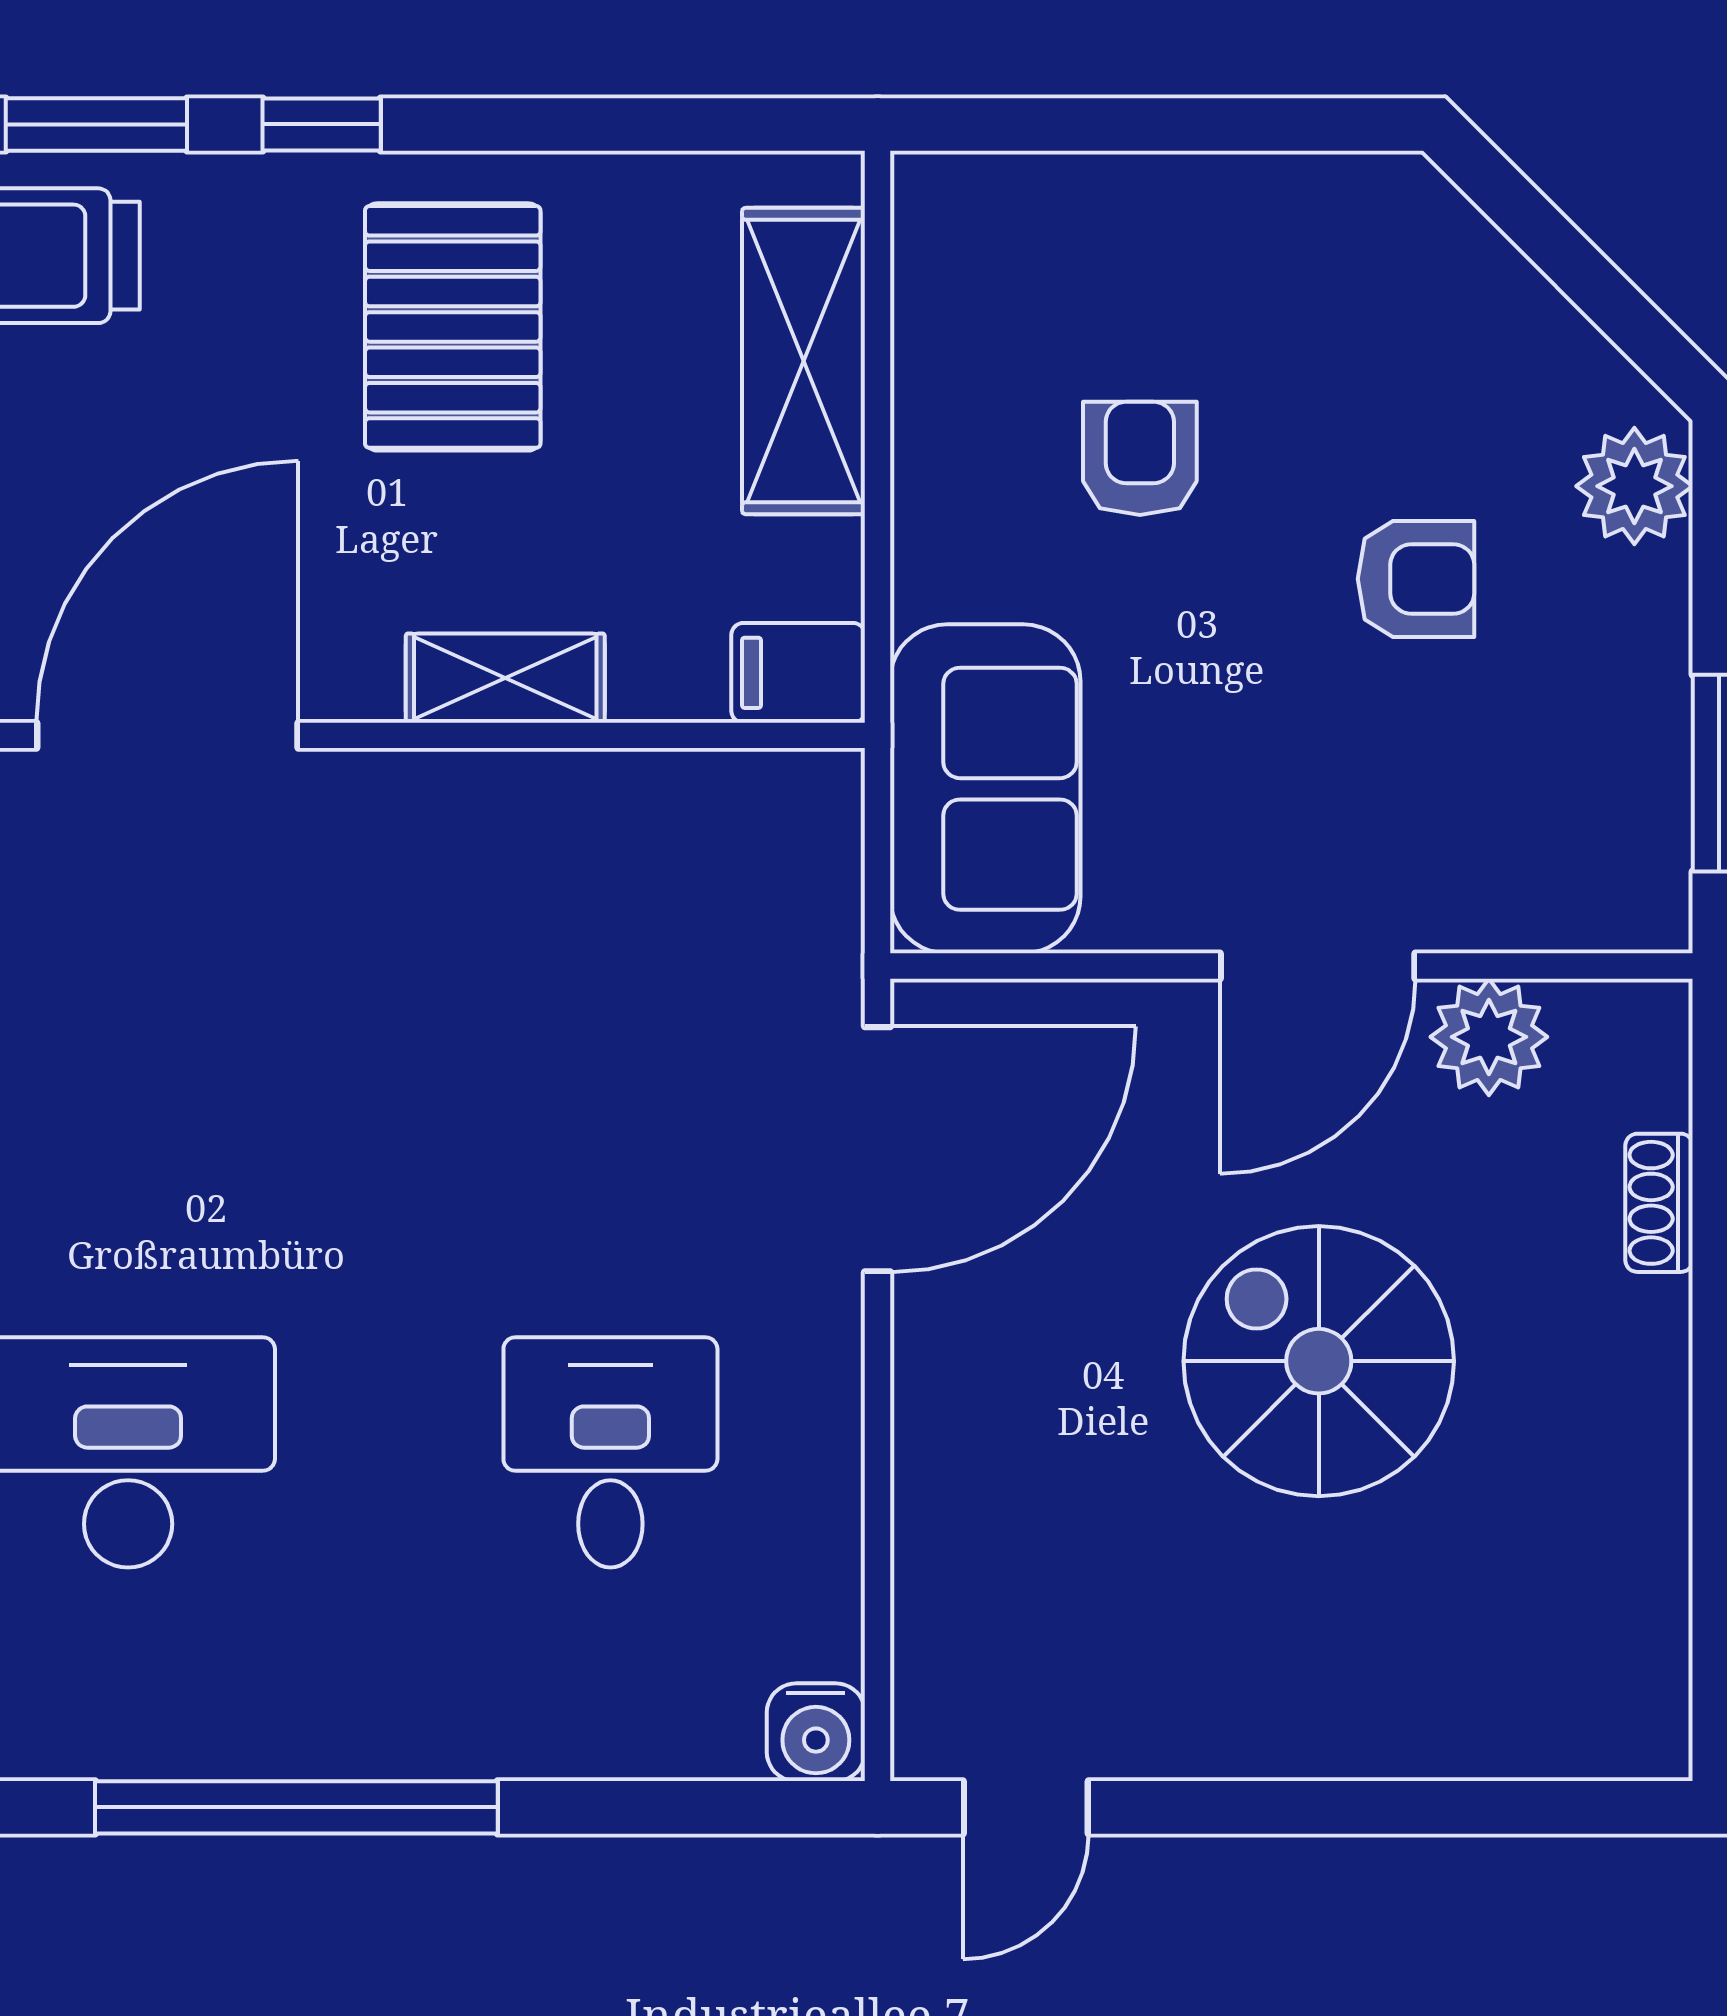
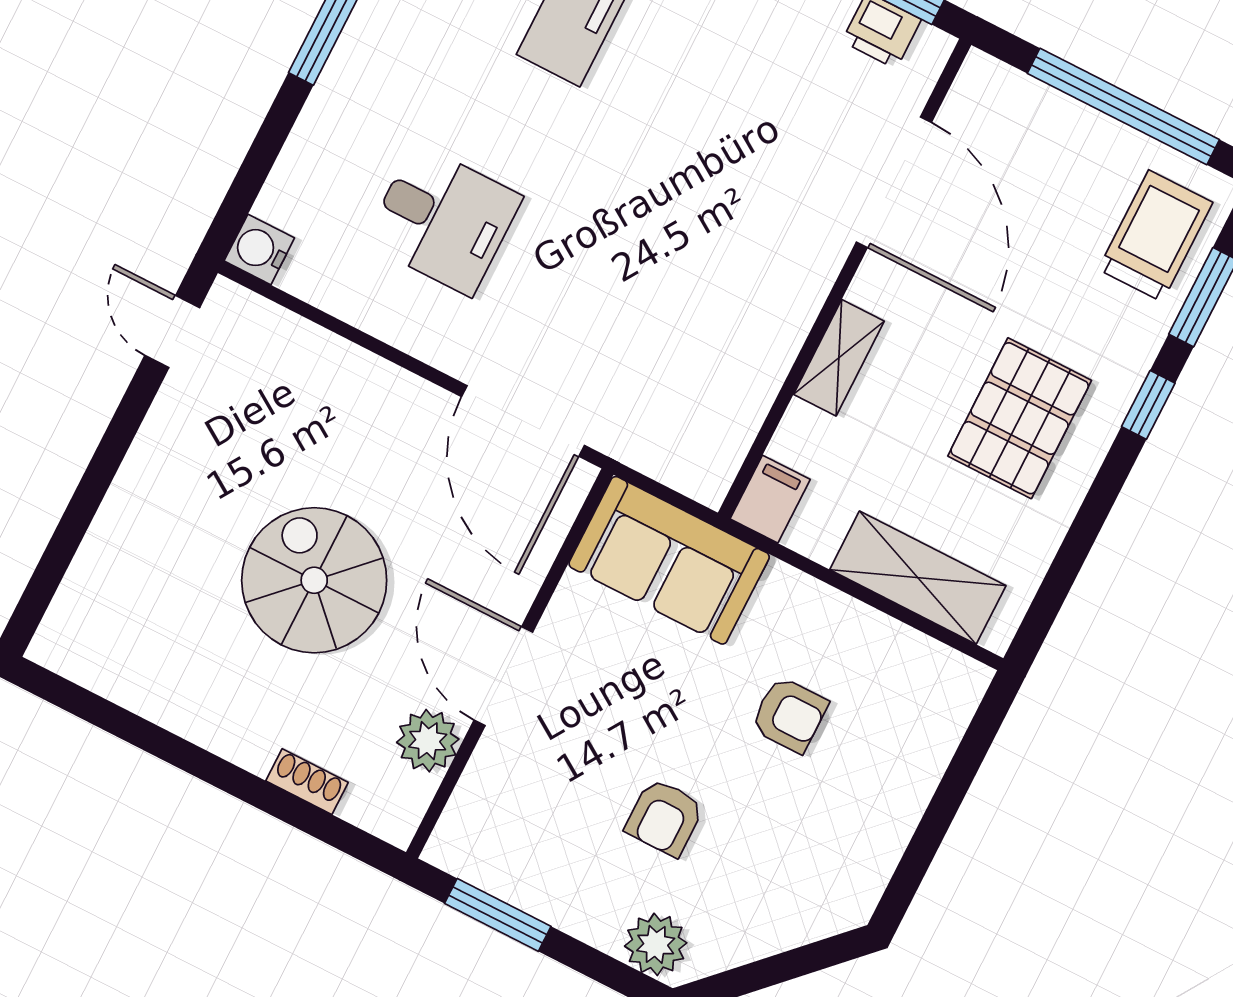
pallet: (453, 327) -> (1020, 418), turned 90
spiral stairs: (1319, 1361) -> (314, 580), turned -90

